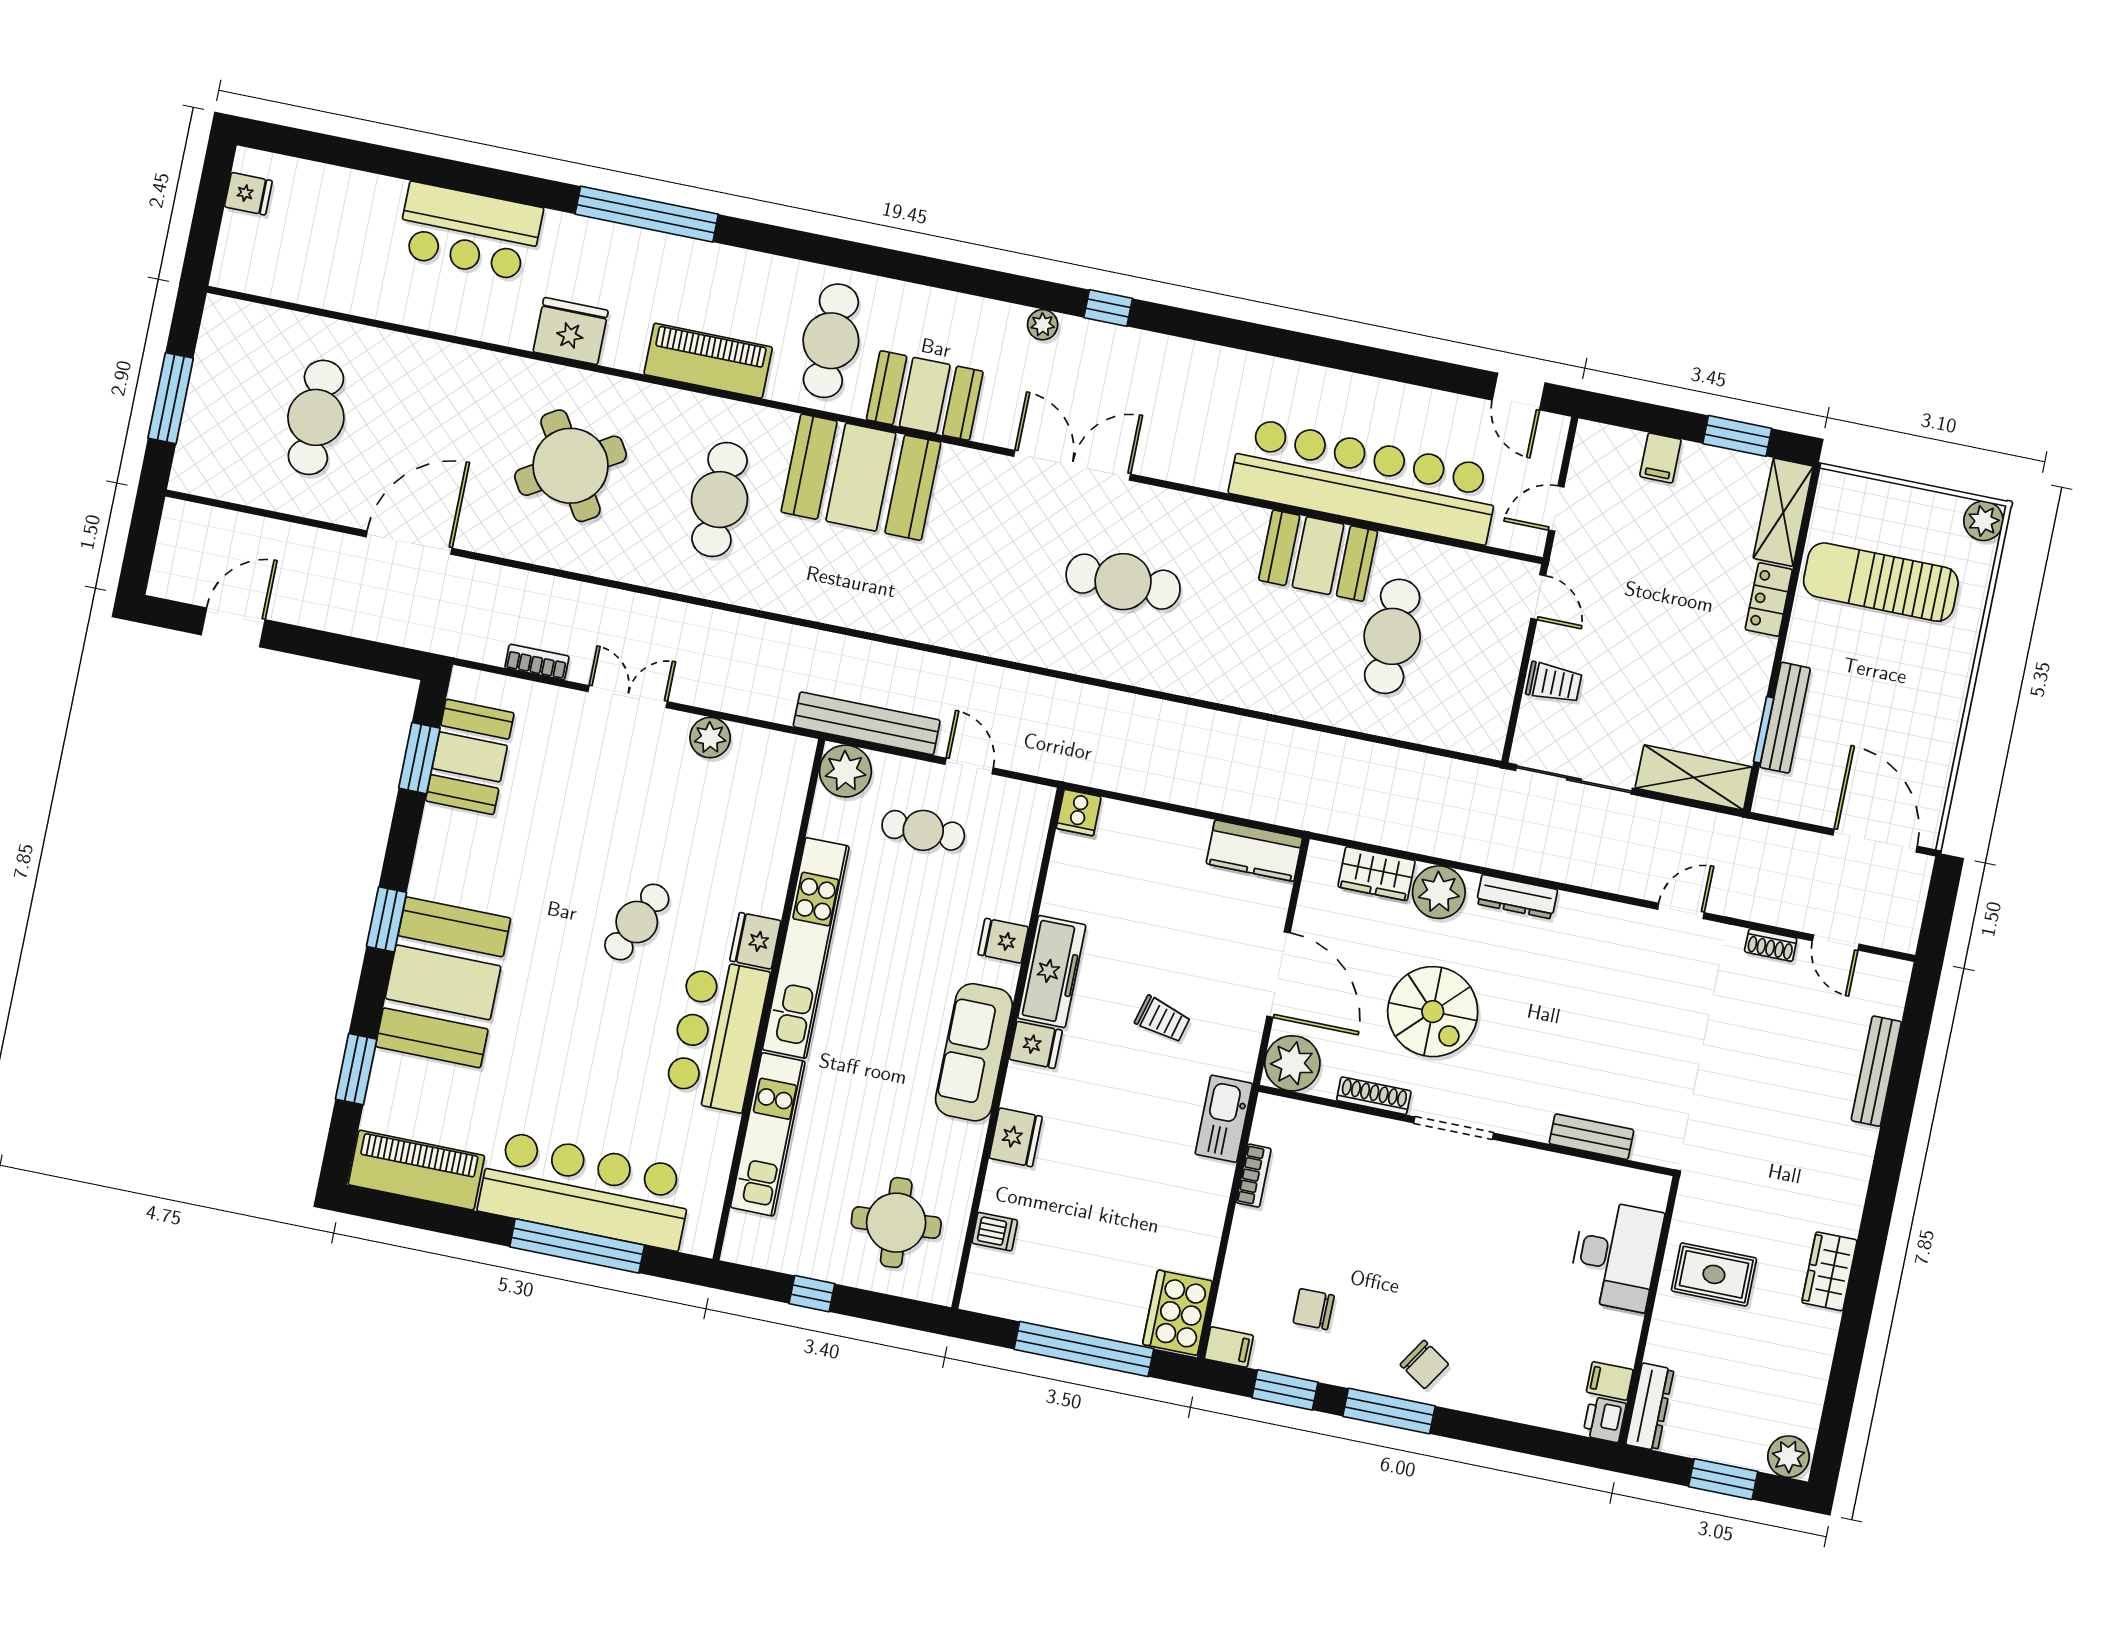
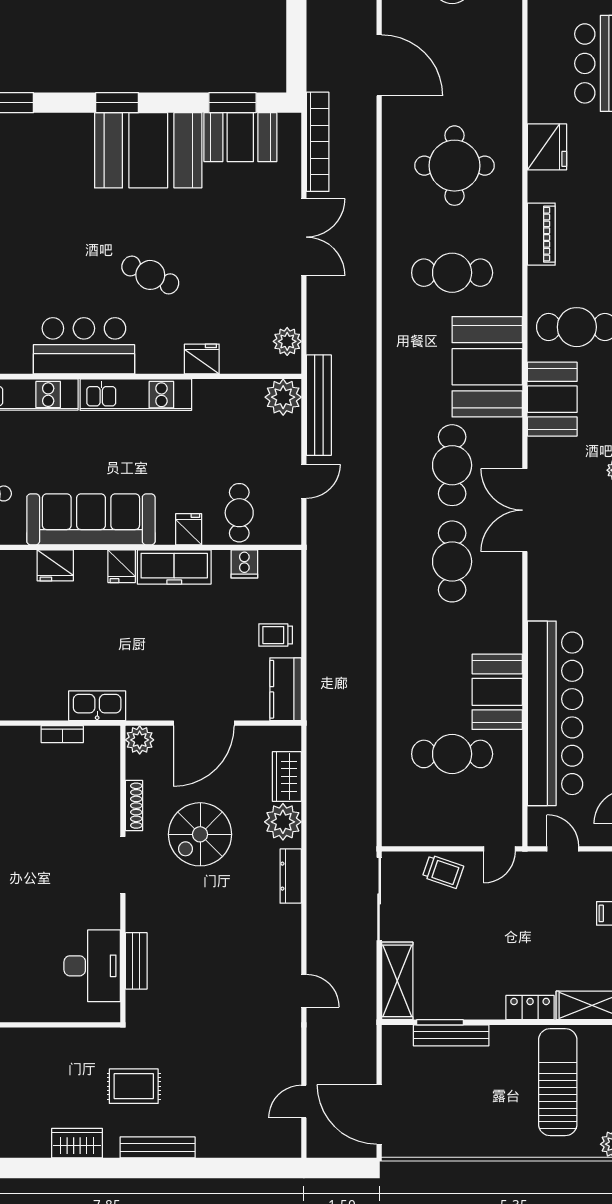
piano: (708, 361) -> (541, 234), width x0.73, depth x0.75
double door: (1072, 465) -> (525, 510), swing flipped
round table: (571, 466) -> (454, 166), turned 31
cafe table: (989, 554) -> (452, 465), added
bookcase: (537, 662) -> (318, 142), width x2.31, depth x1.31
trolley: (1554, 683) -> (443, 872), turned -71
double door: (628, 697) -> (304, 237), width x1.37
plant: (710, 738) -> (287, 341), moved
cooker: (1079, 813) -> (244, 564), moved, turned -90
cafe table: (923, 830) -> (239, 513), moved
door: (1875, 841) -> (379, 1114), swing flipped
fridge: (755, 941) -> (202, 359), moved
shoe rack: (1771, 945) -> (293, 1057), removed
kitchen unit: (806, 948) -> (136, 395), width x0.73
booth: (443, 982) -> (148, 150), moved
trolley: (1162, 1019) -> (276, 635), moved, turned 75
sofa: (974, 1052) -> (91, 519), width x1.36, depth x1.27
plant: (1292, 1063) -> (140, 740), width x0.73, depth x0.73
bench: (1876, 1071) -> (158, 1147), moved
desk: (1616, 1255) -> (92, 966), moved, turned -90
rug: (1714, 1274) -> (134, 1086), moved, turned 90

